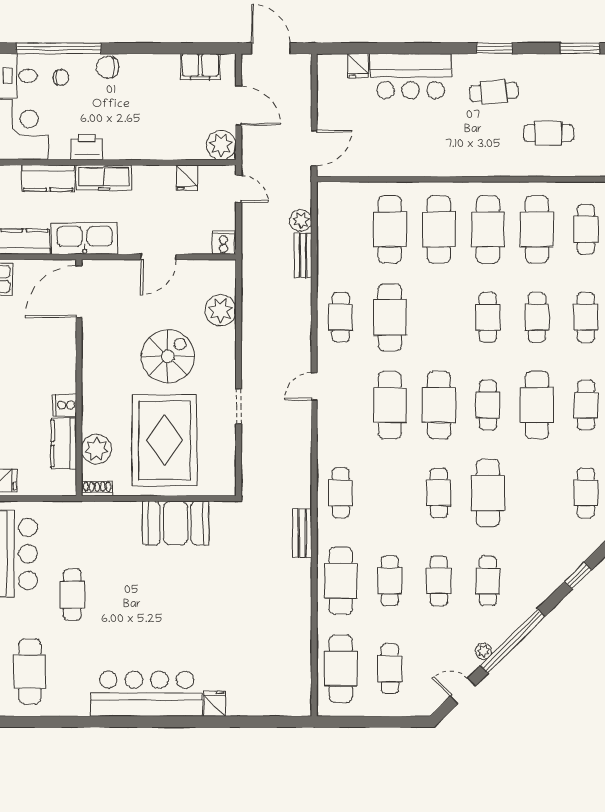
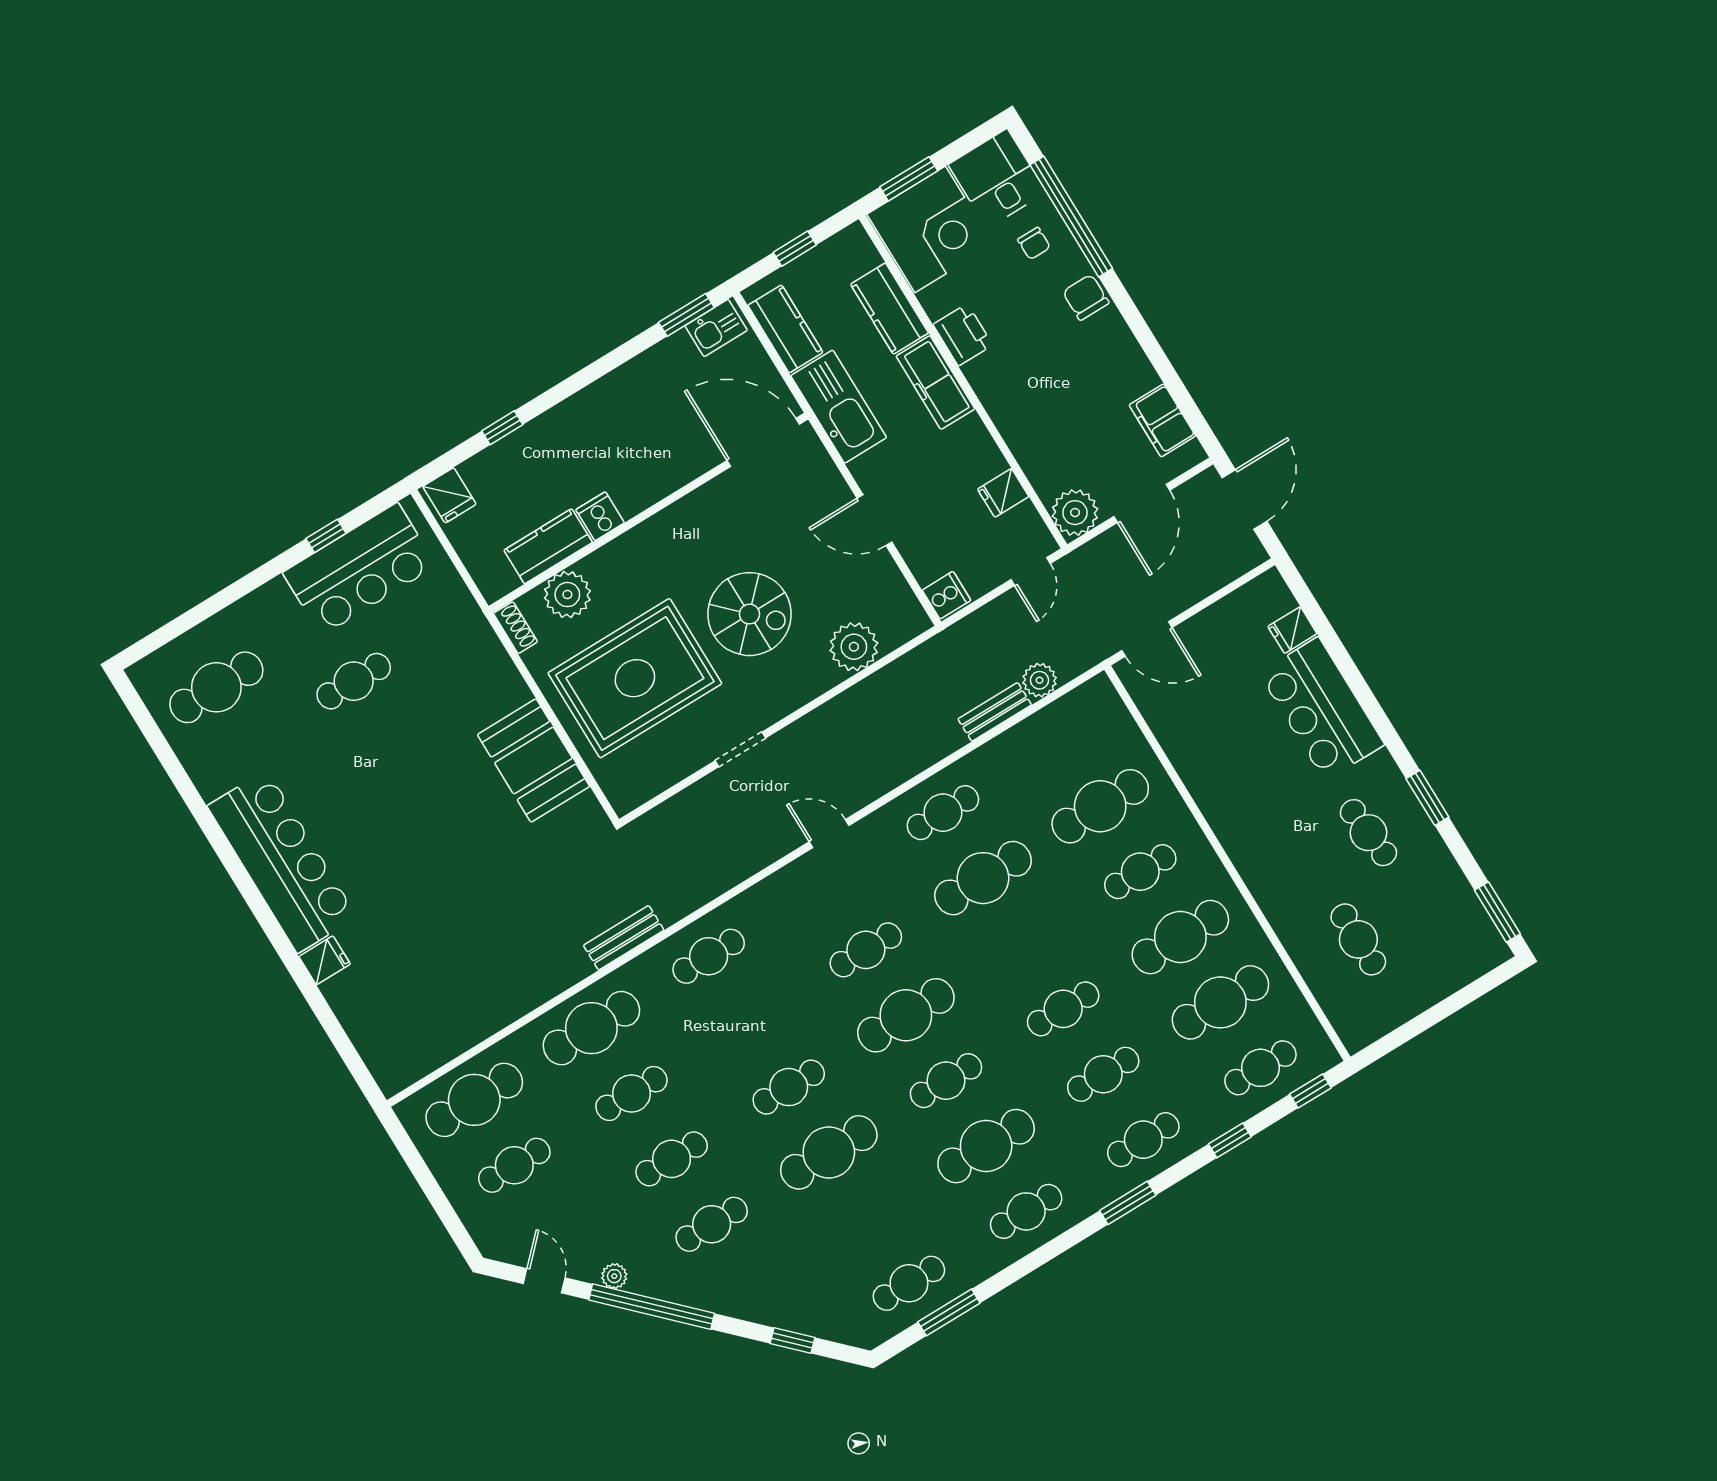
cafe table: (439, 229) -> (1140, 872), width x0.73, depth x0.74
cafe table: (390, 405) -> (866, 950), width x0.73, depth x0.74

